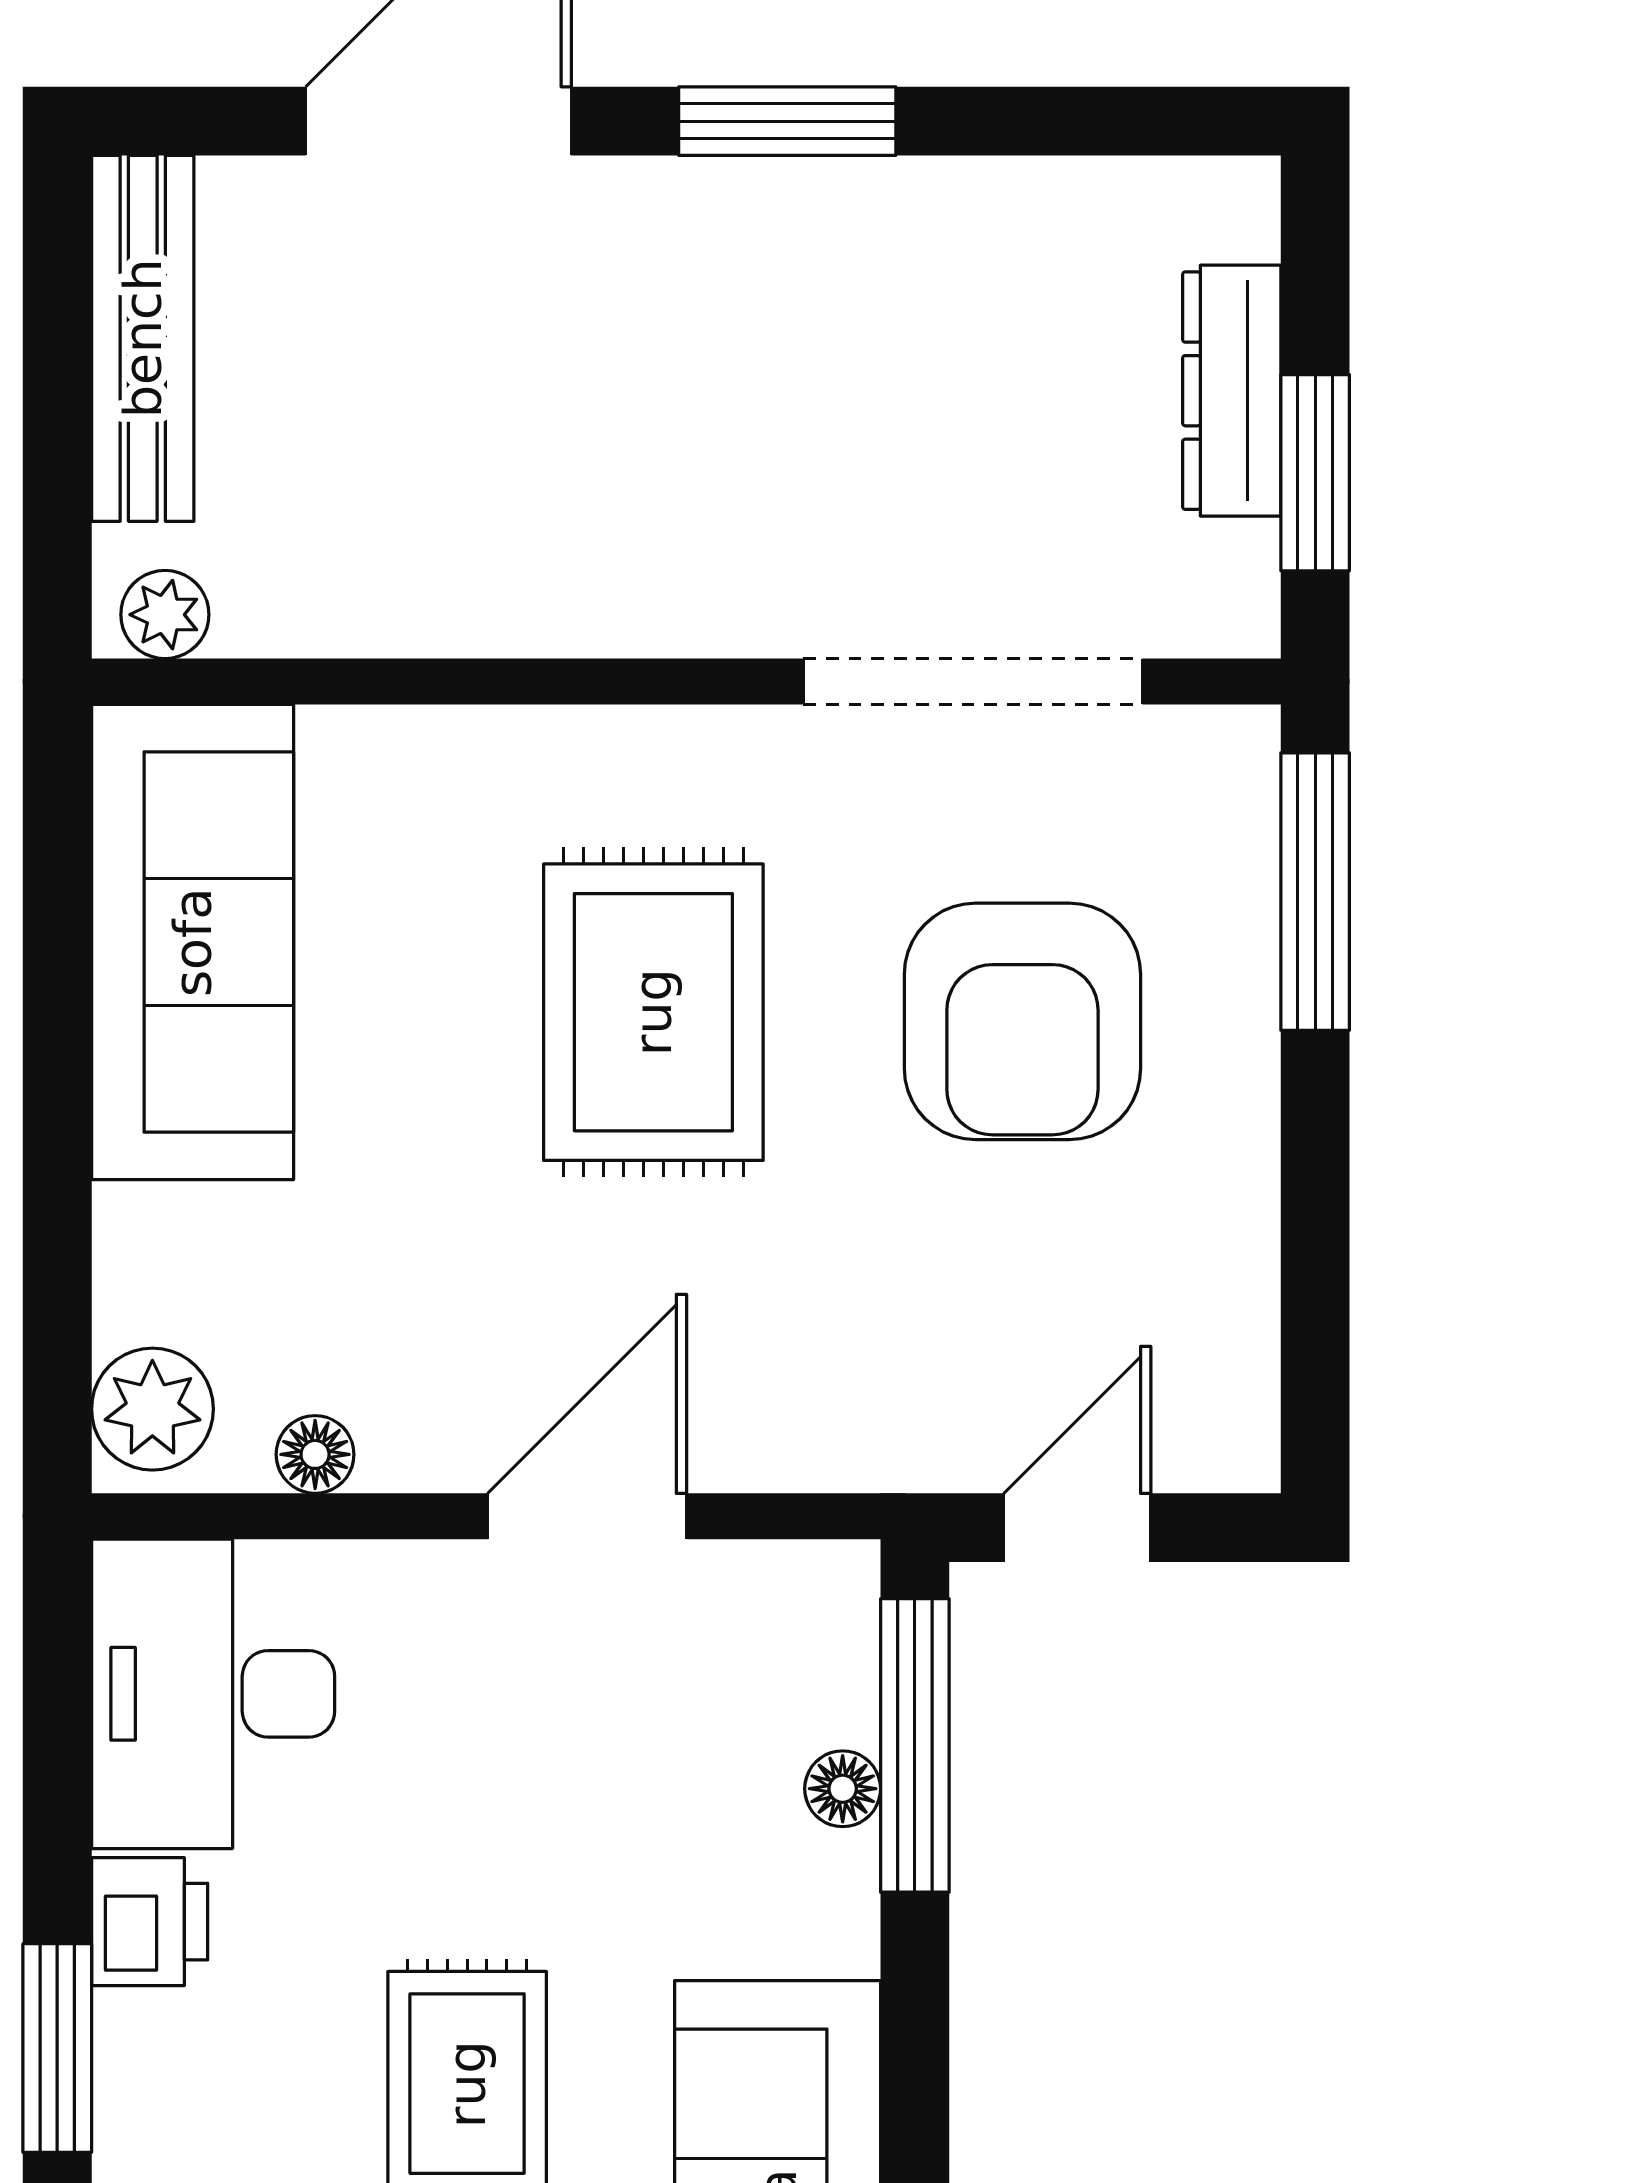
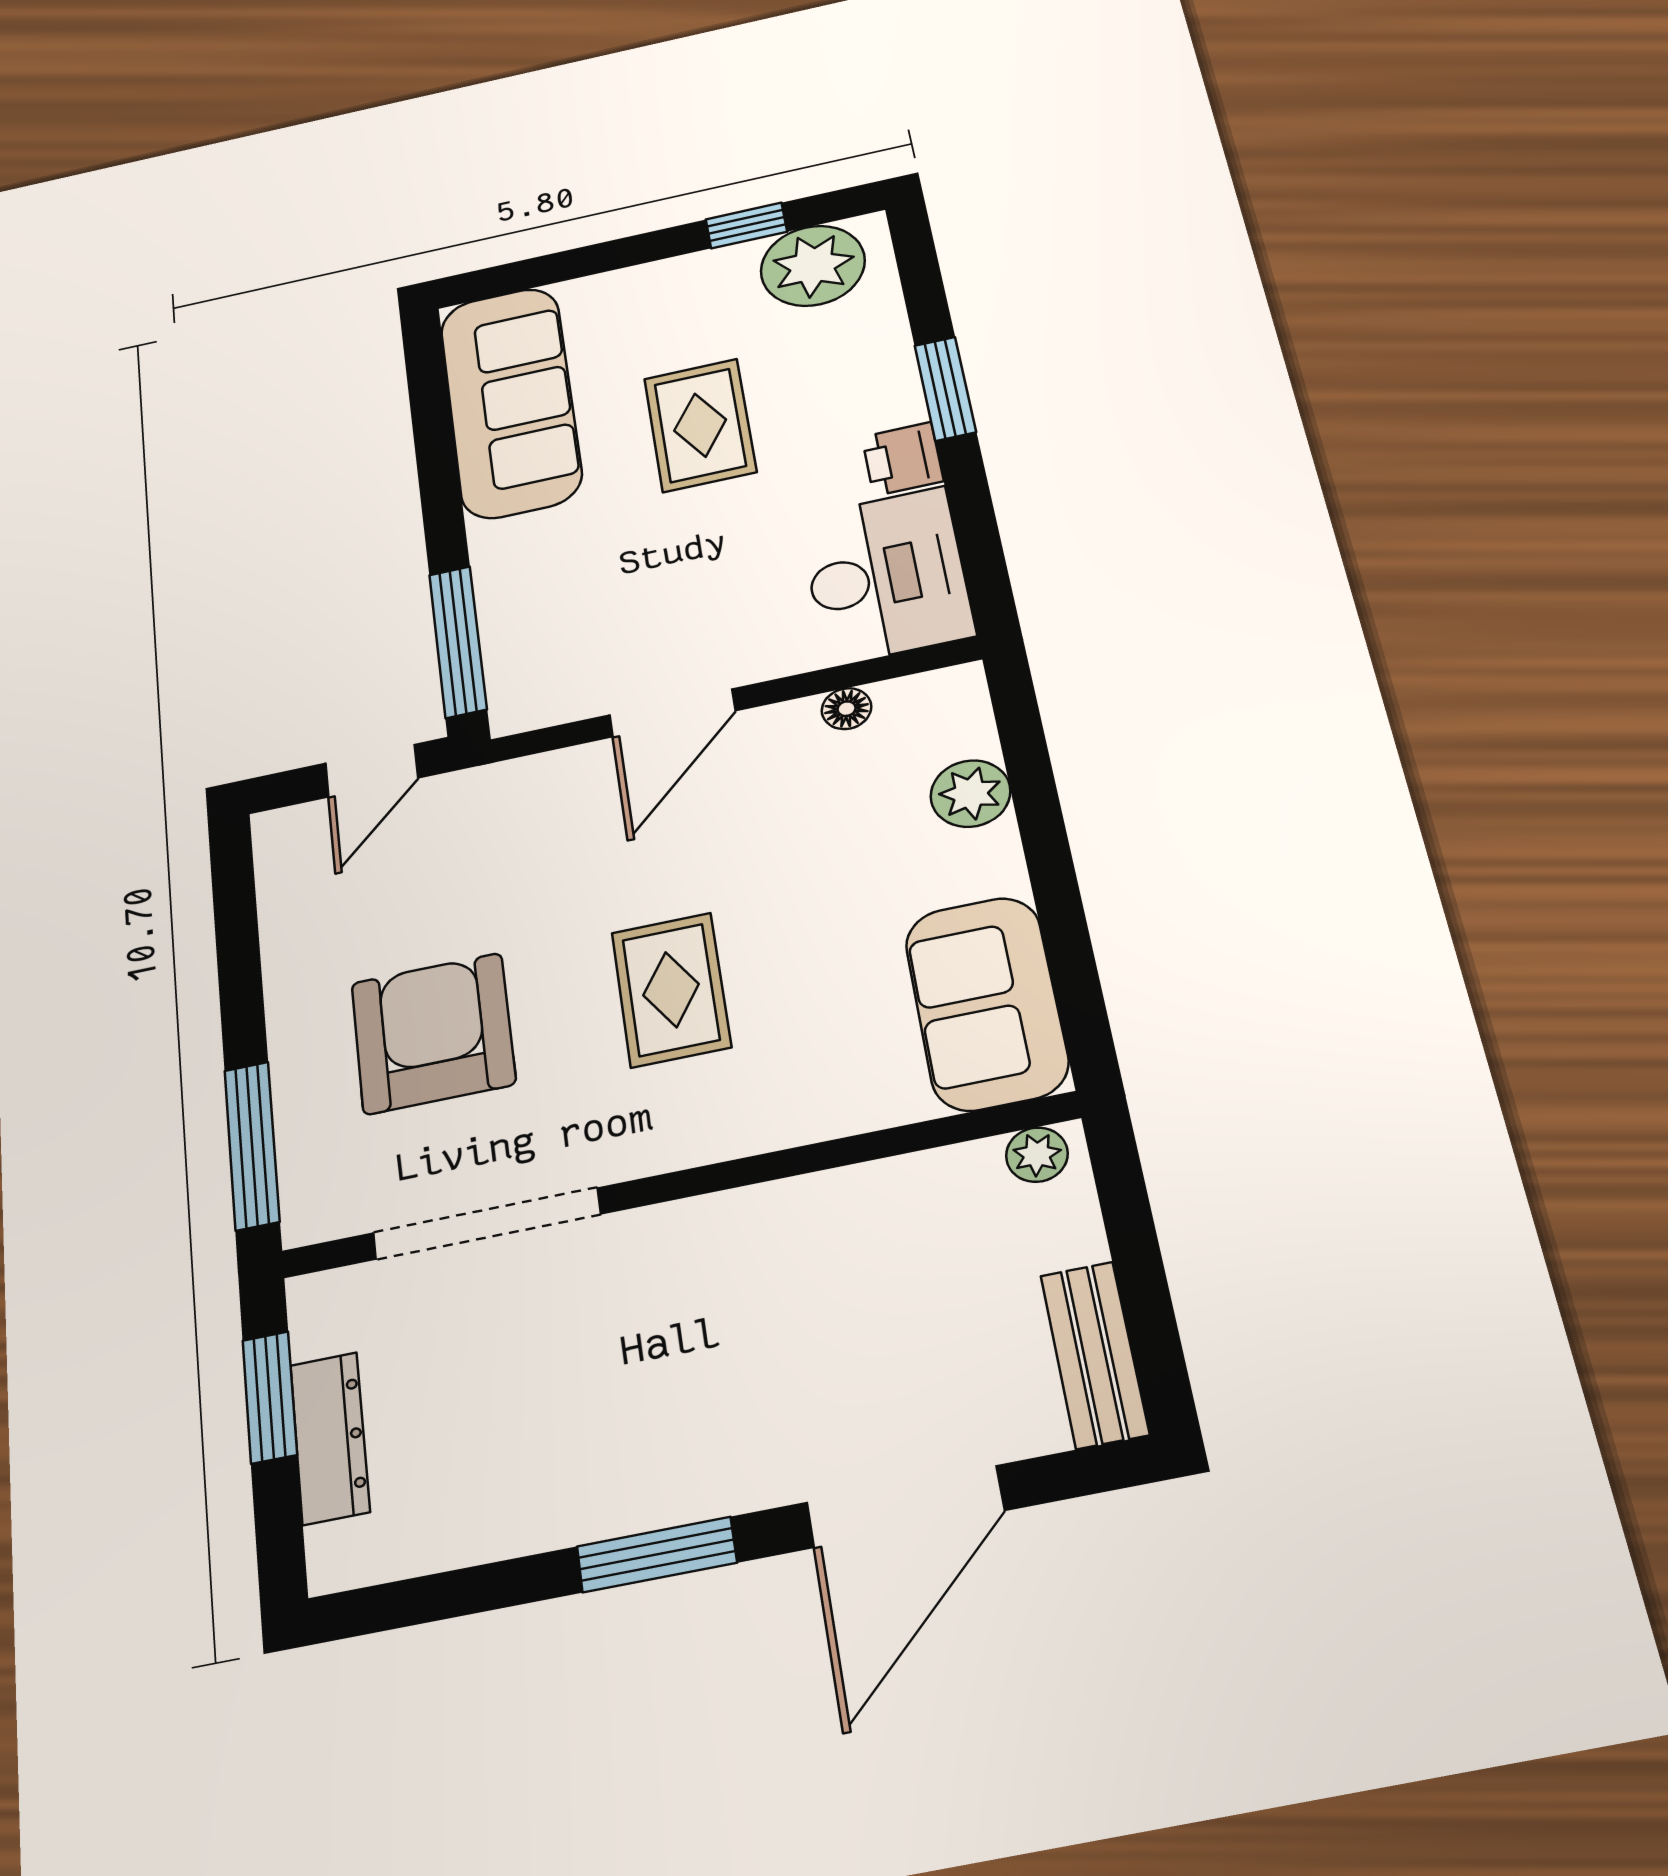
bench: (143, 338) -> (1095, 1354), width x0.73
sofa: (193, 942) -> (986, 1003), width x0.73
rug: (653, 1012) -> (671, 990), width x0.73, depth x0.70
plant: (152, 1409) -> (970, 794), moved
floor lamp: (843, 1789) -> (498, 611), removed

